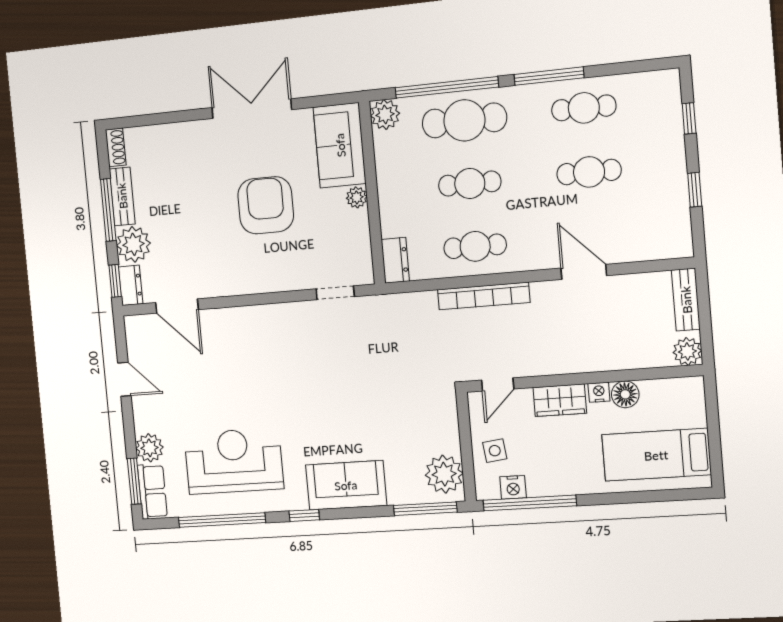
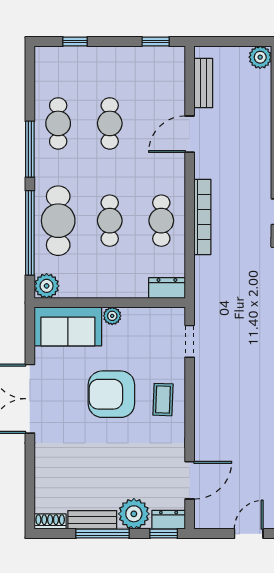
window: (695, 190) -> (156, 41), moved
coffee table: (265, 267) -> (163, 400), added
bench: (686, 300) -> (203, 83), moved, turned 90

